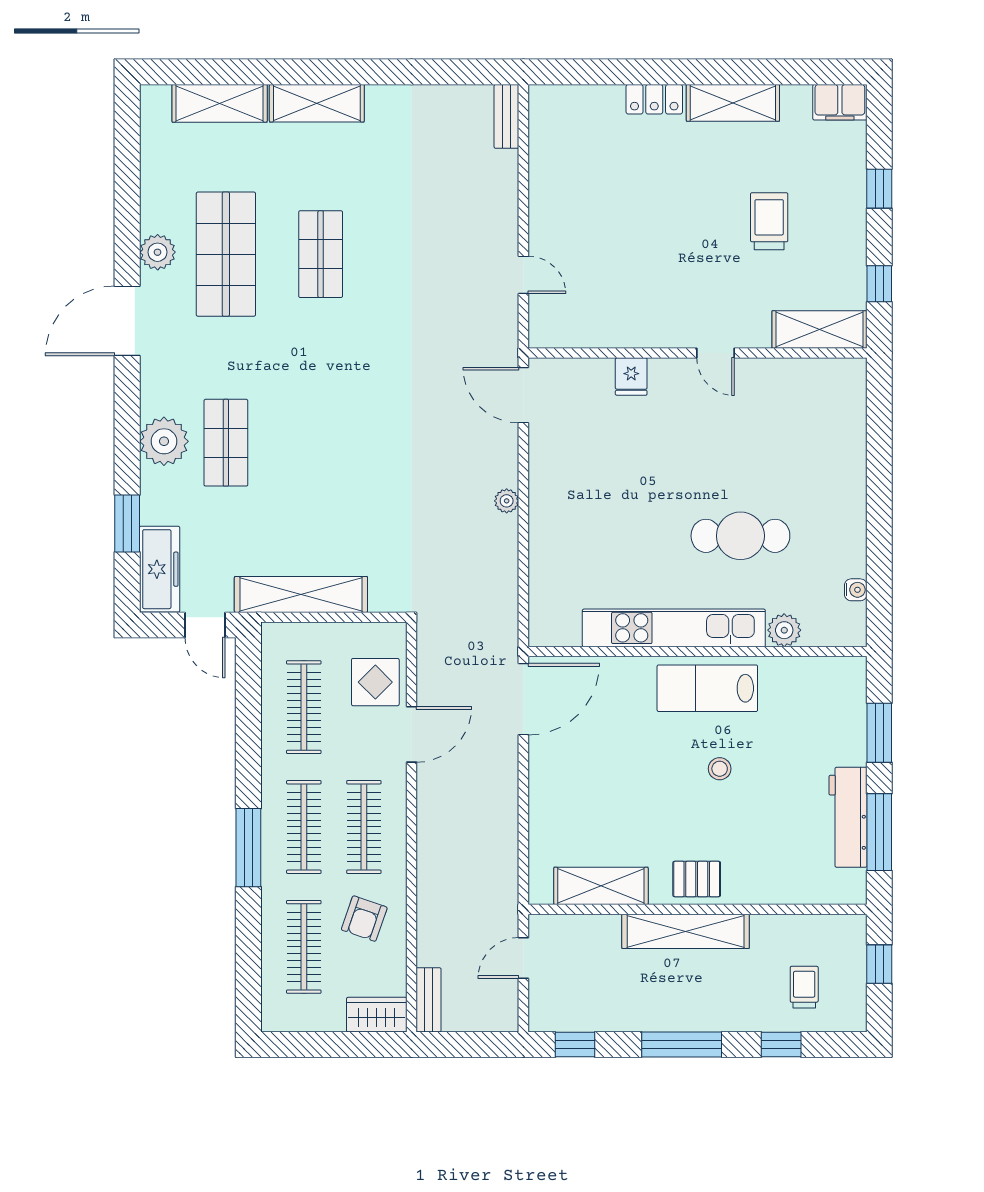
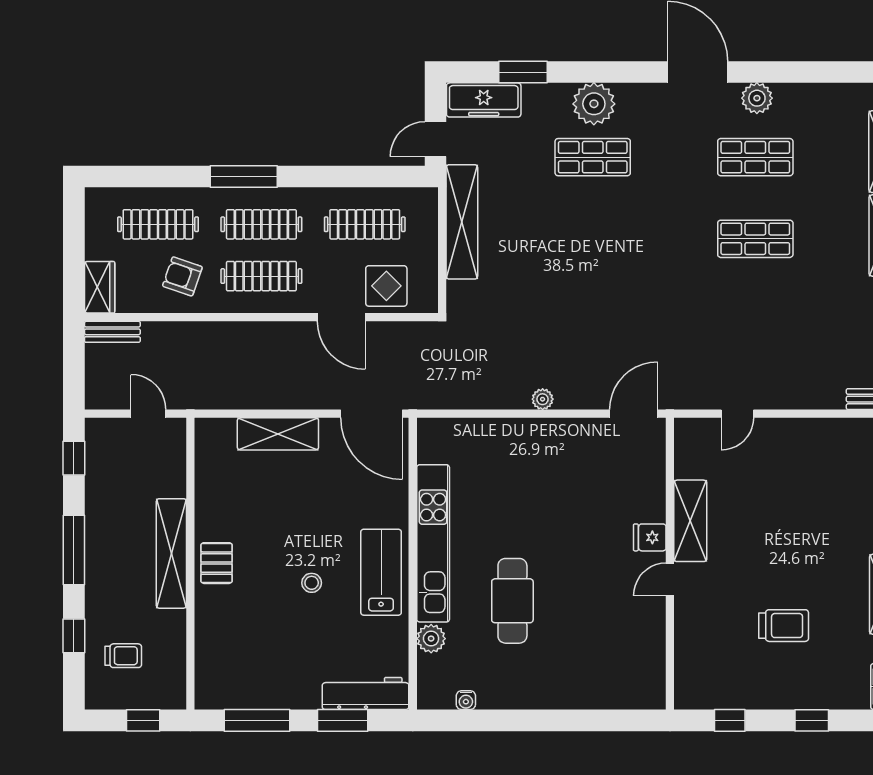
shop shelf: (226, 254) -> (755, 157), width x0.70, depth x0.74
shelving: (819, 329) -> (690, 521), moved
fridge: (631, 377) -> (650, 537), moved
workbench: (848, 817) -> (366, 693), moved
shelving: (601, 886) -> (278, 434), moved, turned 90

